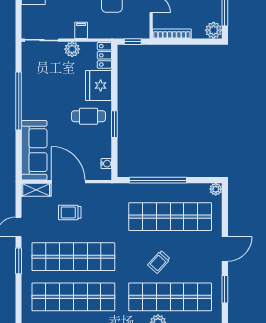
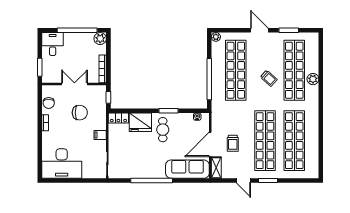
plant: (72, 49) -> (114, 142), removed

